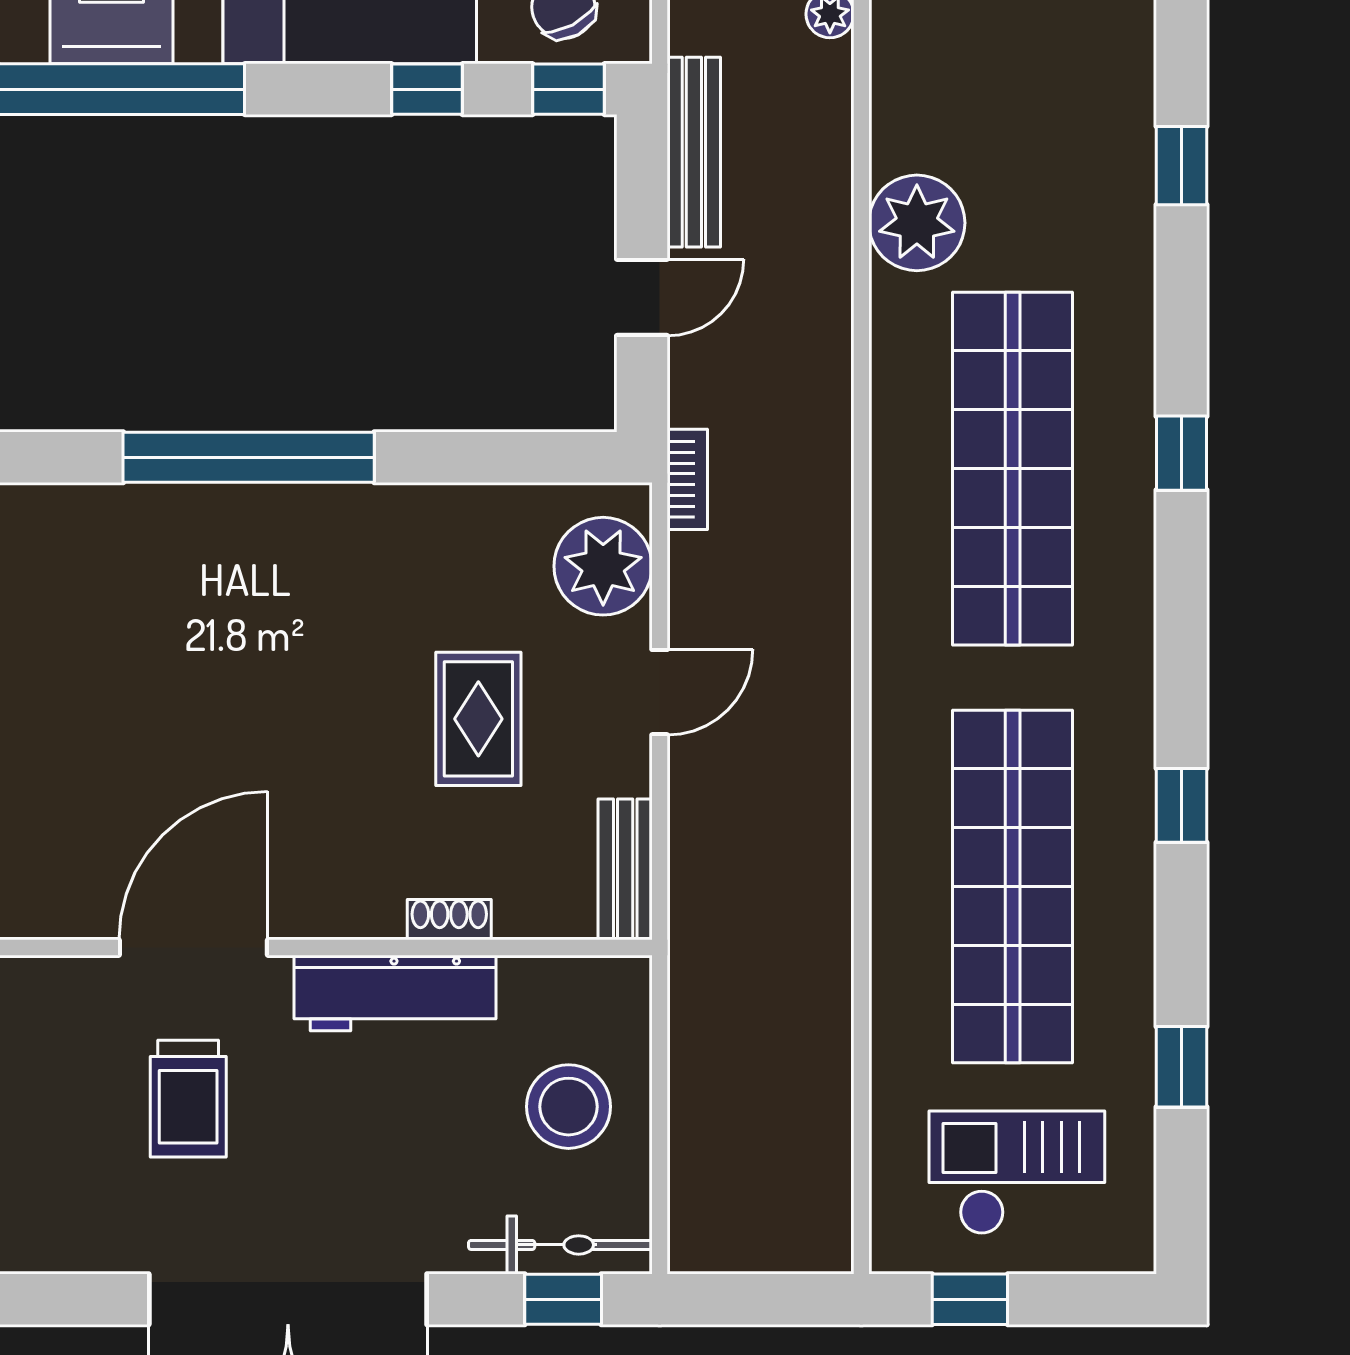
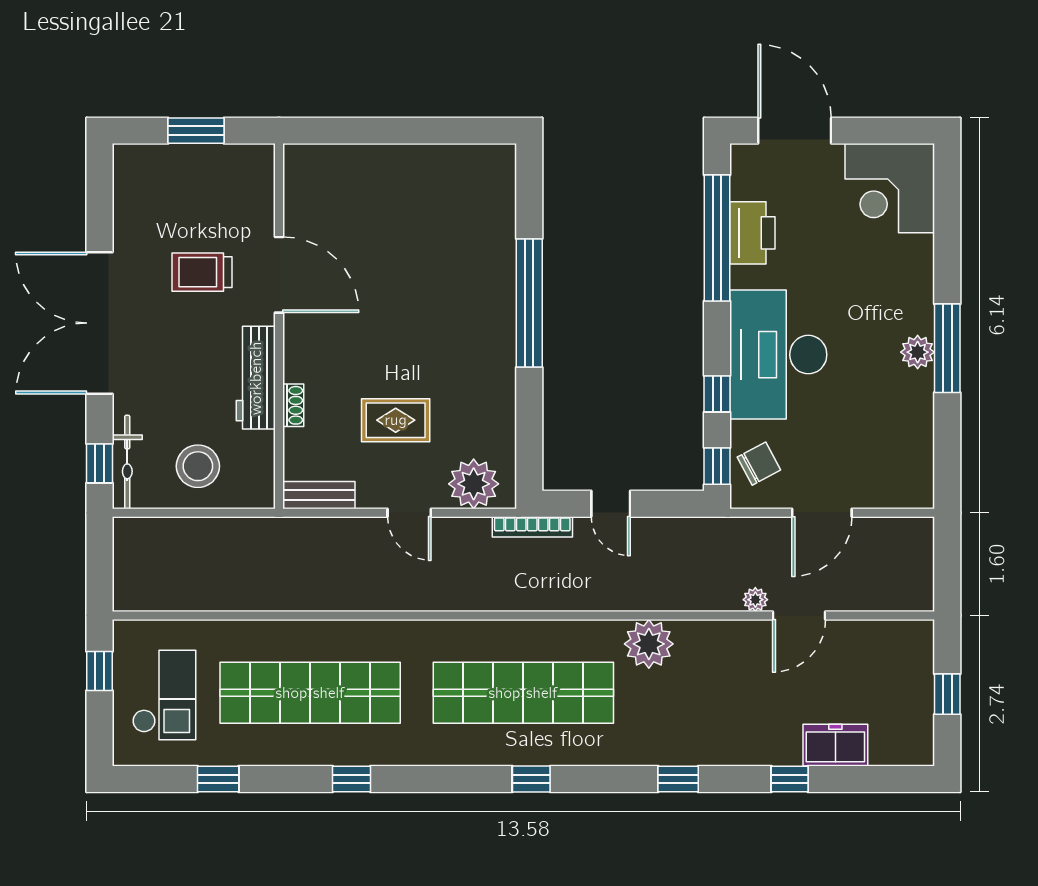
bench: (694, 152) -> (685, 530), removed
bookcase: (687, 479) -> (532, 527), width x1.56

